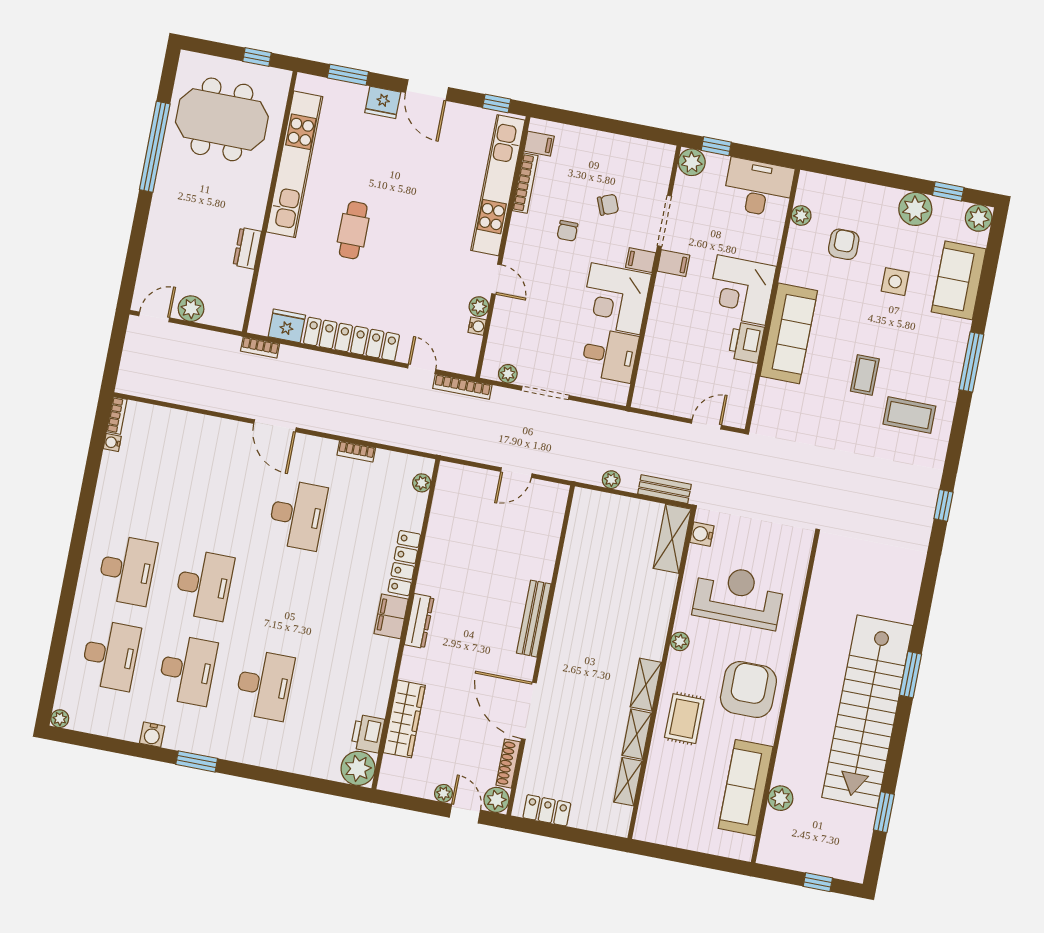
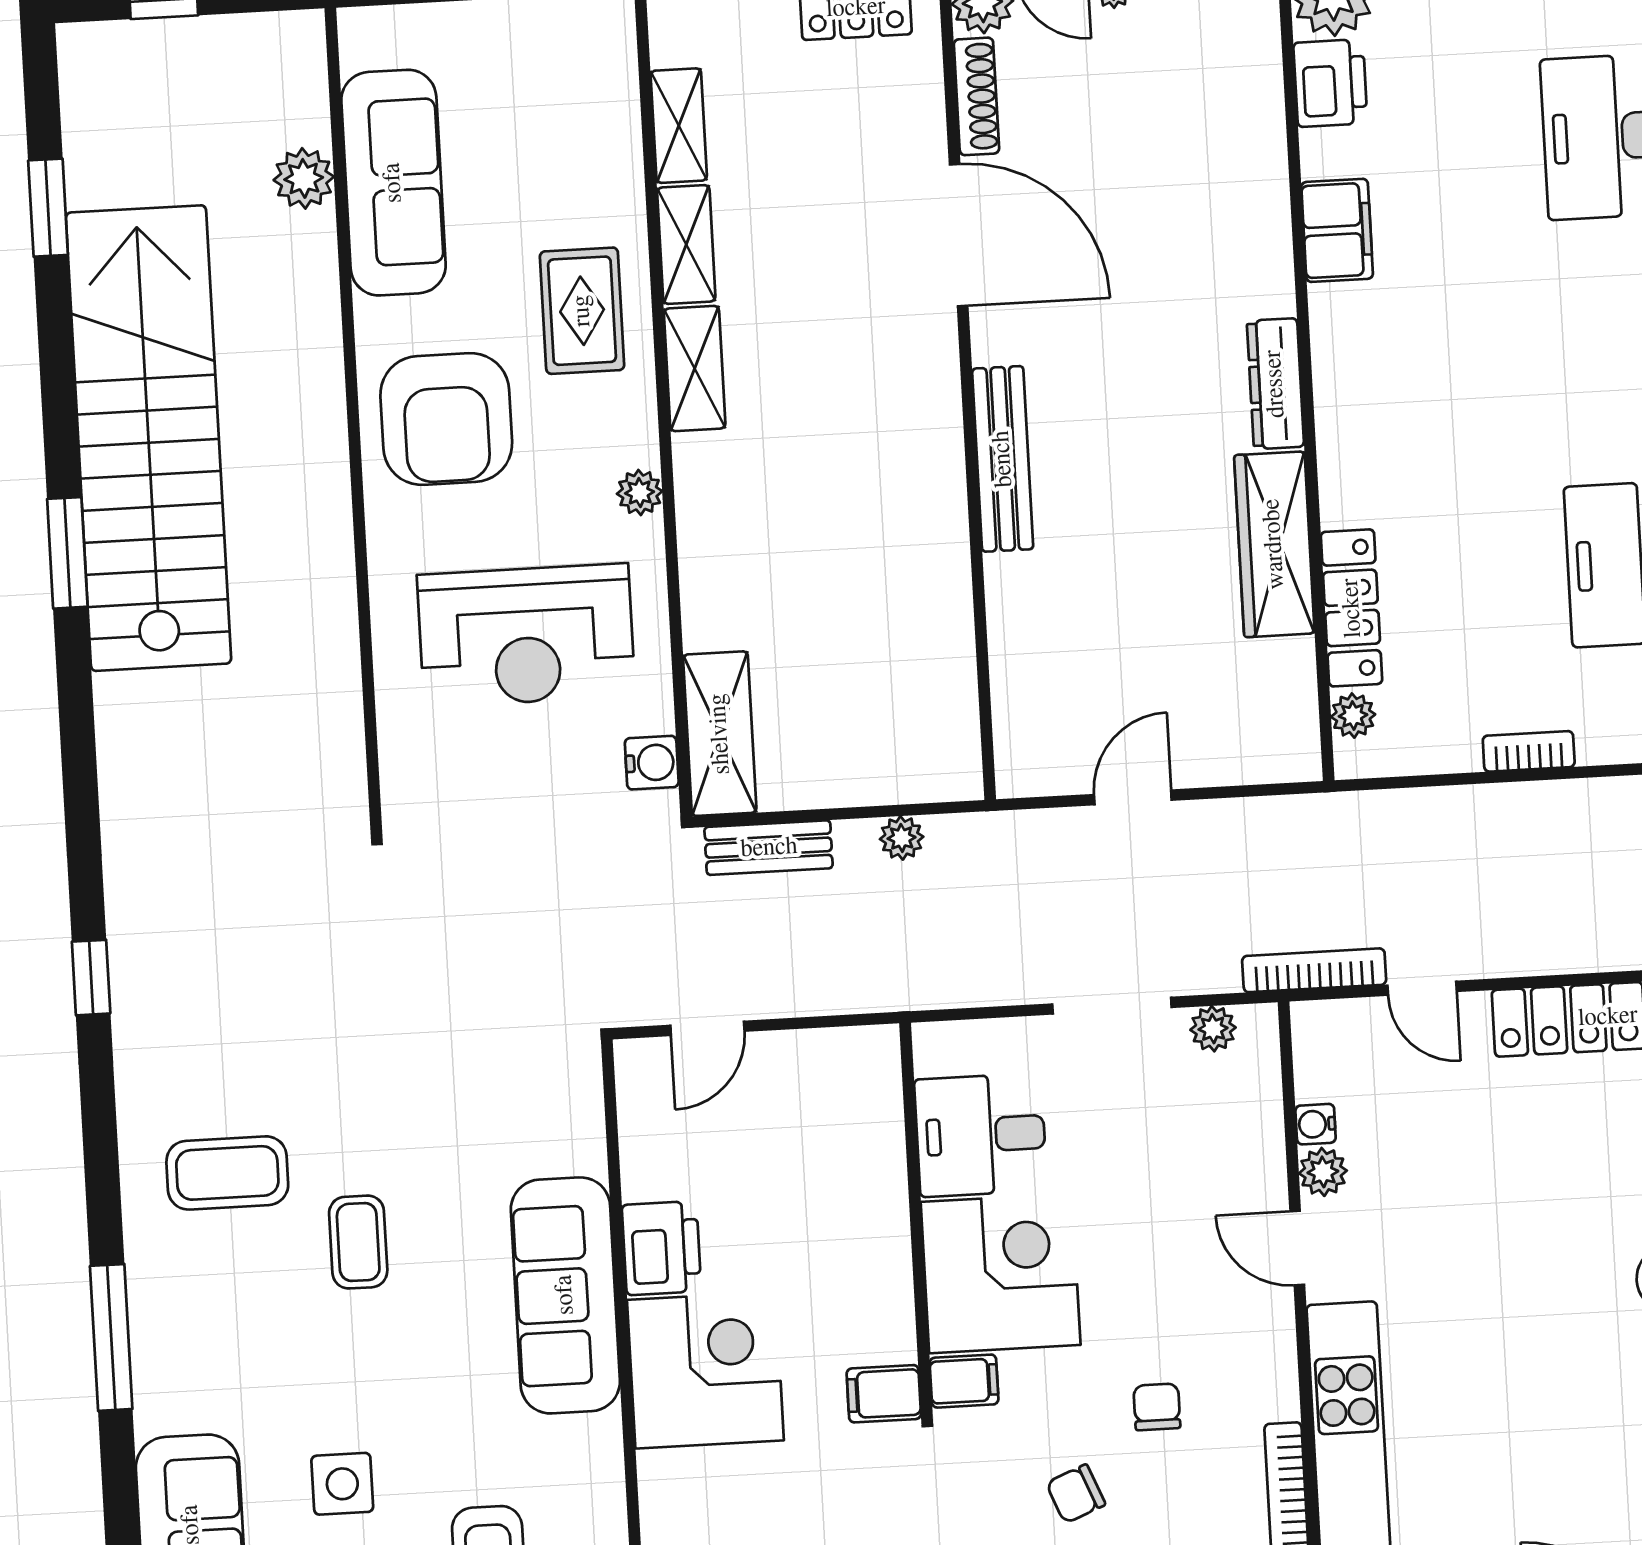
locker: (404, 563) -> (1352, 608), moved
filing cabinet: (391, 616) -> (1337, 230), moved
wardrobe: (404, 719) -> (1274, 544), moved

